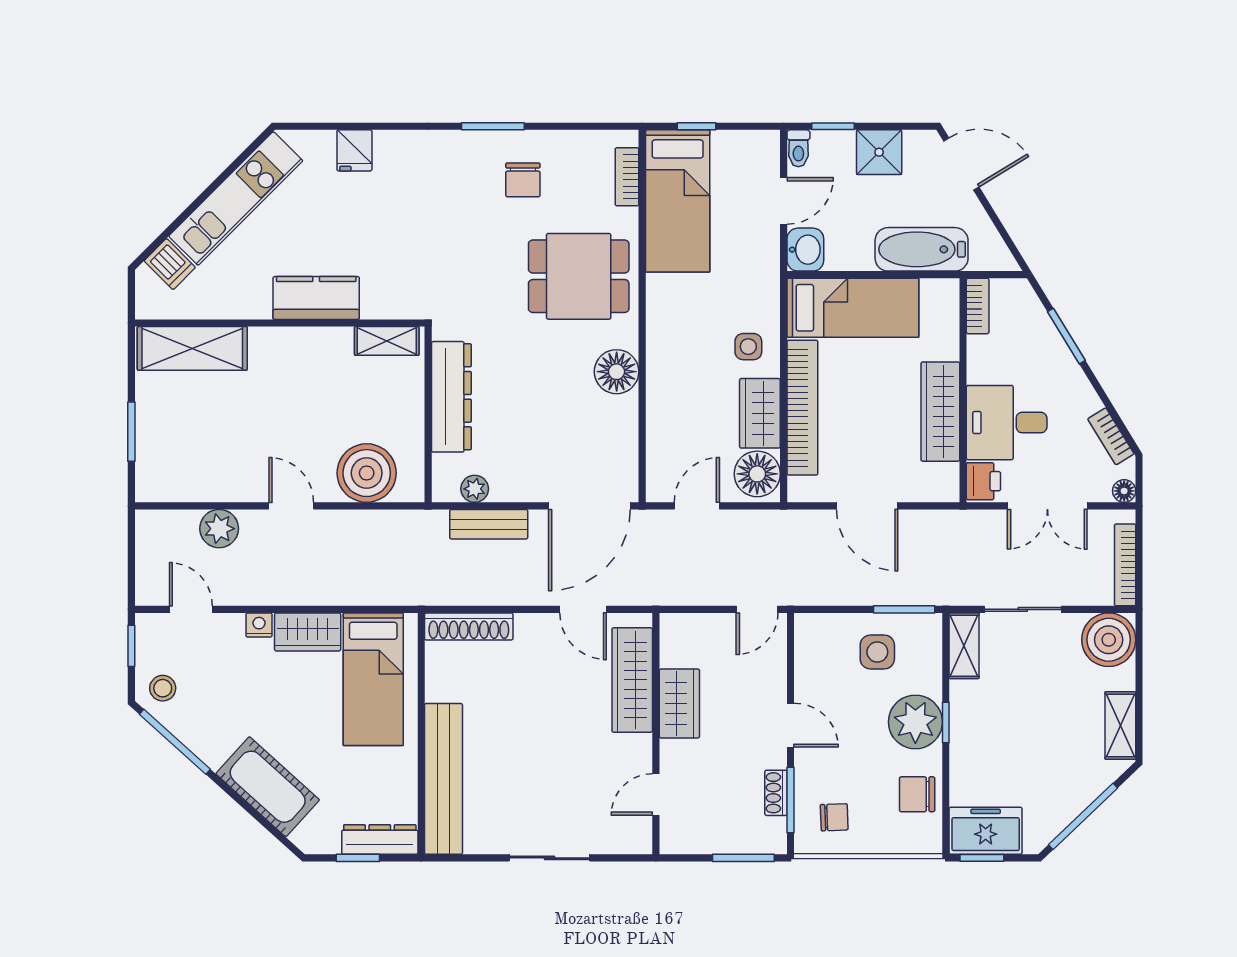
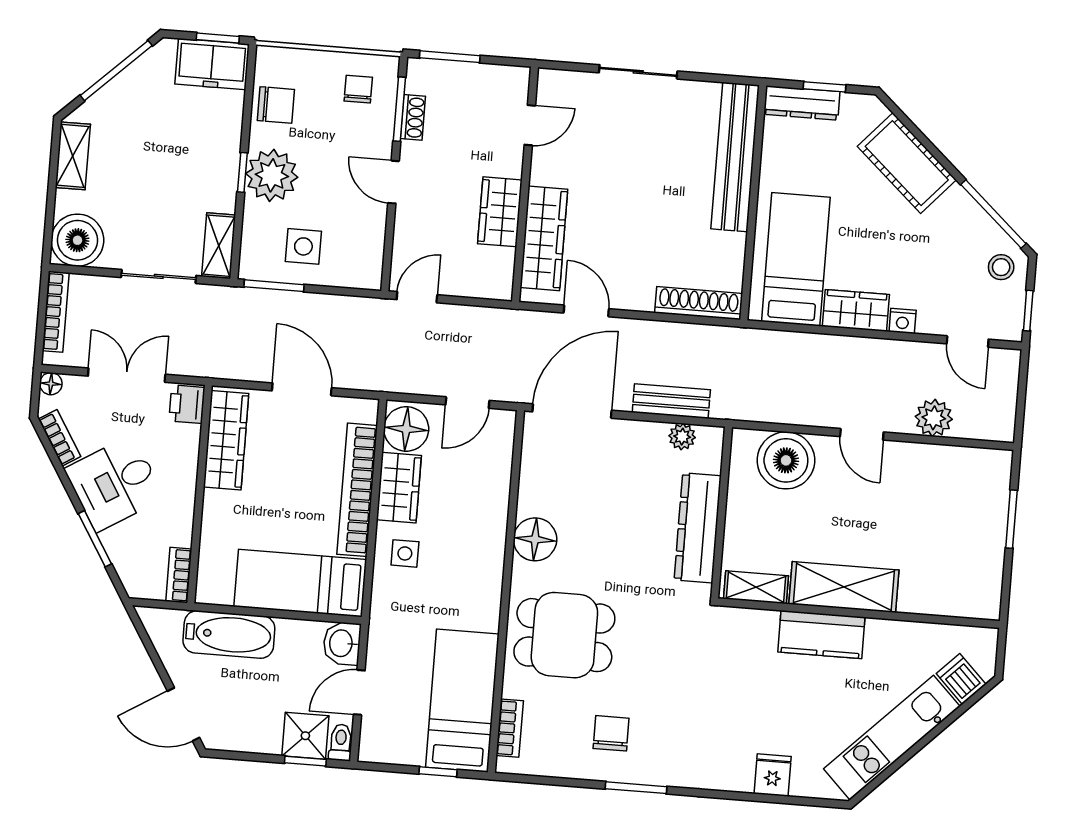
shower: (879, 152) -> (305, 736), moved
shelving: (192, 348) -> (844, 587), moved
wardrobe: (940, 412) -> (226, 440), moved
desk: (1007, 423) -> (114, 483), moved, turned 149
chair: (834, 817) -> (358, 89), turned 92

